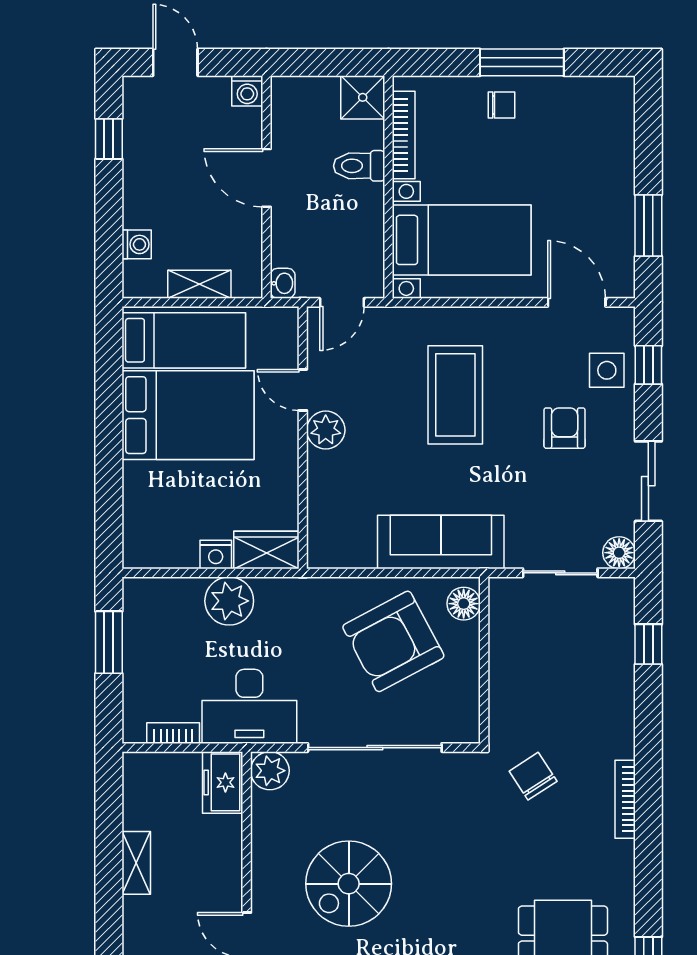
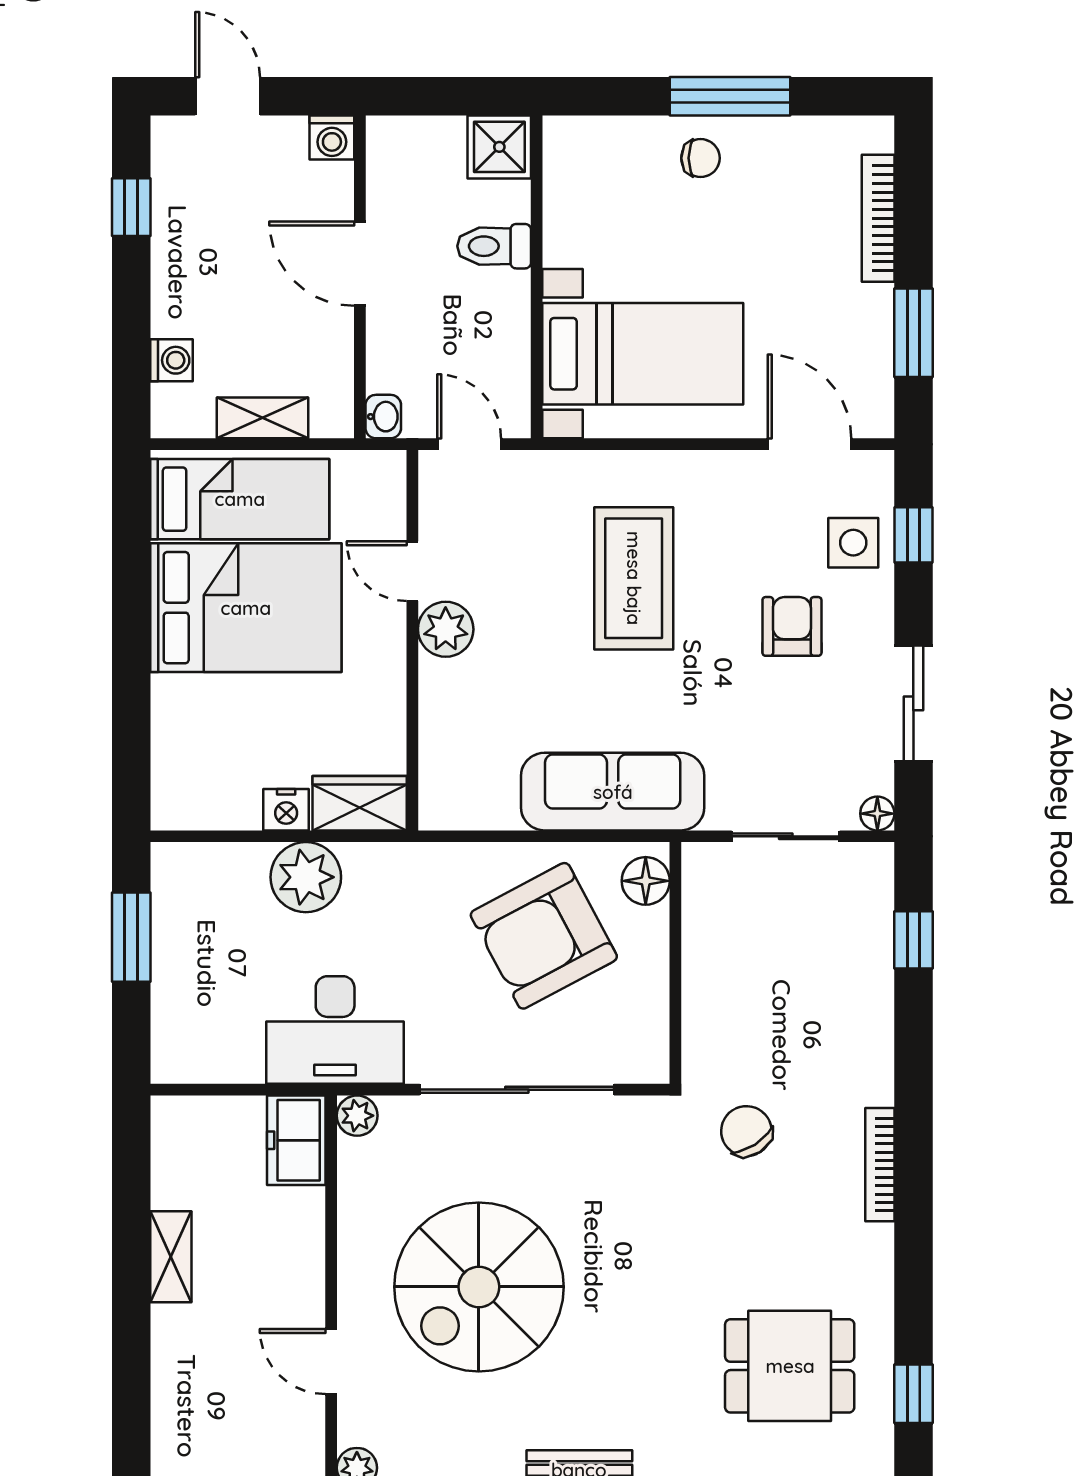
bookcase: (404, 135) -> (878, 218), moved, turned 180
door: (342, 302) -> (469, 444), swing flipped
floor lamp: (619, 553) -> (877, 814), width x0.73, depth x0.73
bookcase: (173, 733) -> (225, 1069), removed
plant: (270, 771) -> (357, 1116), width x0.73, depth x0.73
spiral stairs: (349, 884) -> (479, 1287), width x1.37, depth x1.37

